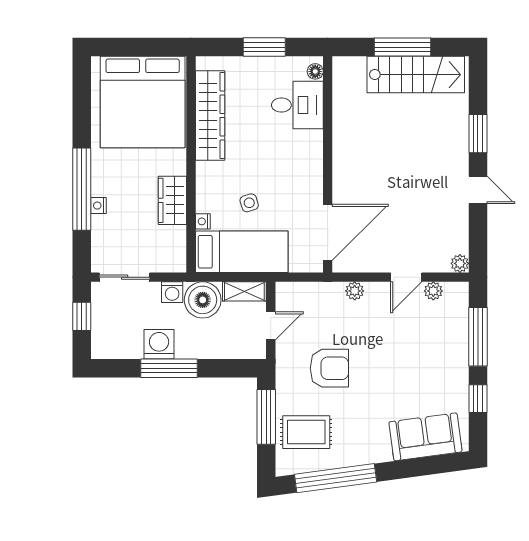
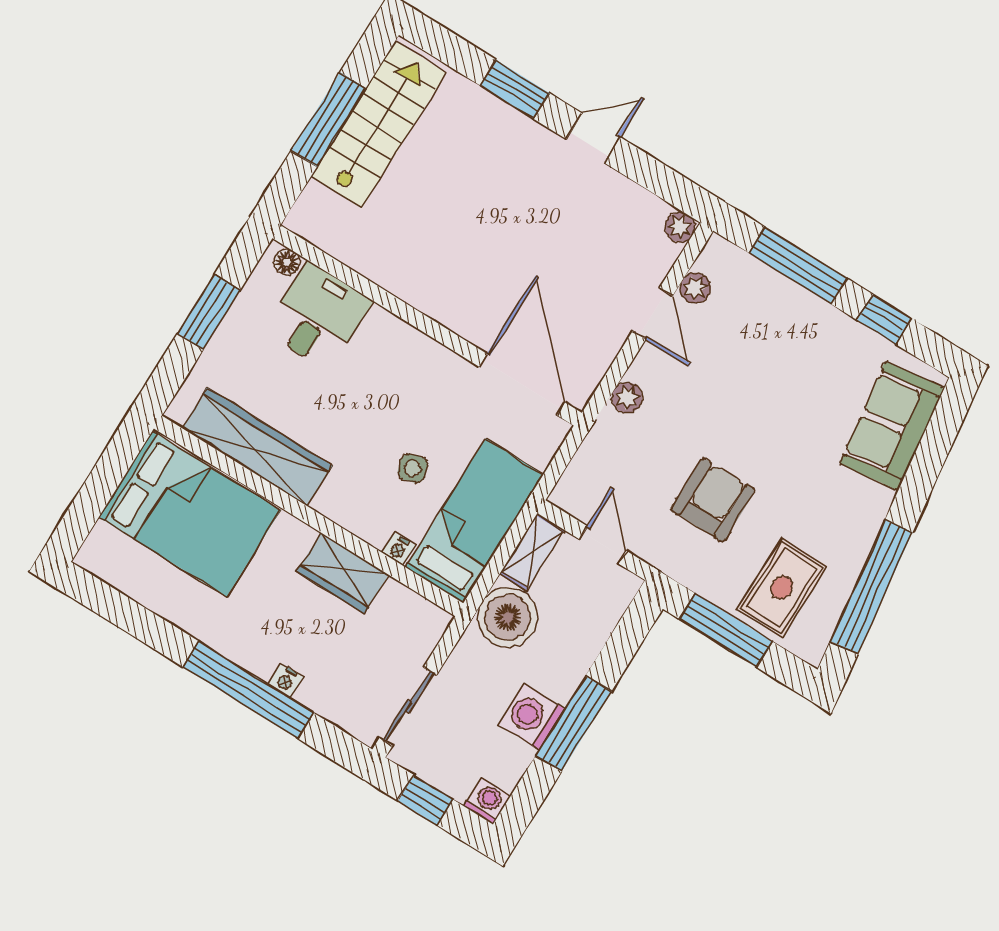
bed: (143, 102) -> (189, 514), width x0.73
washing machine: (172, 292) -> (488, 801), moved, turned -90

